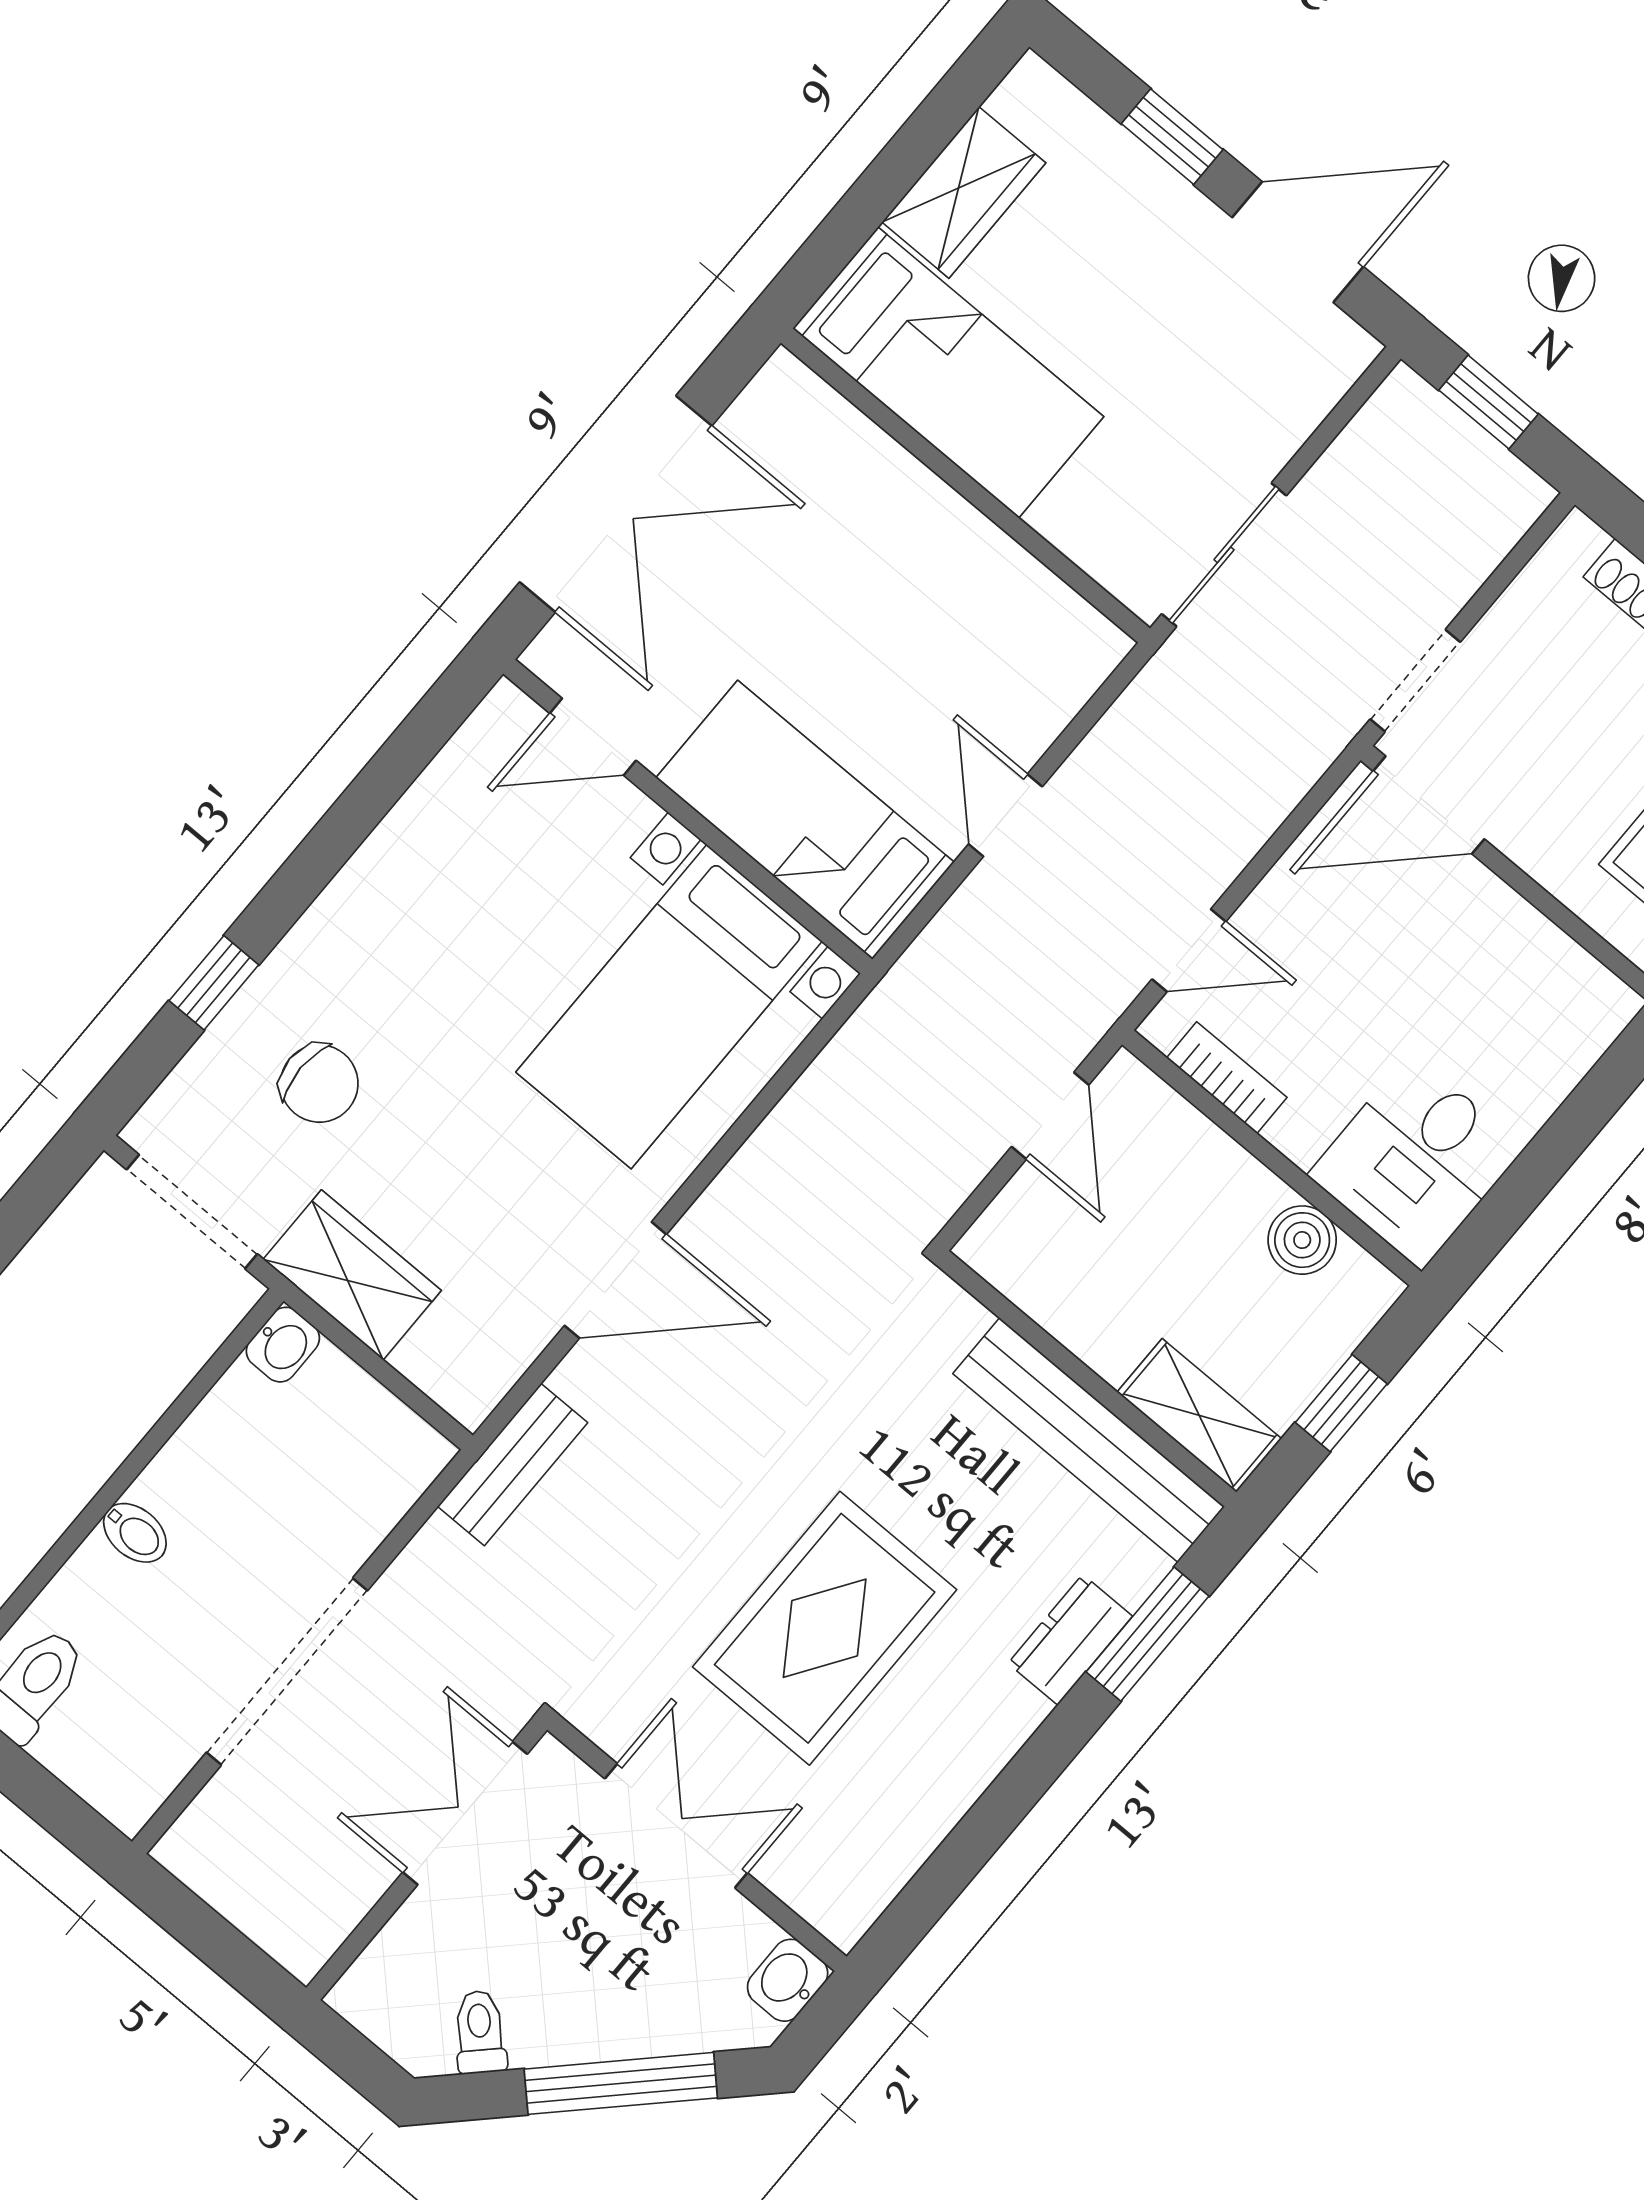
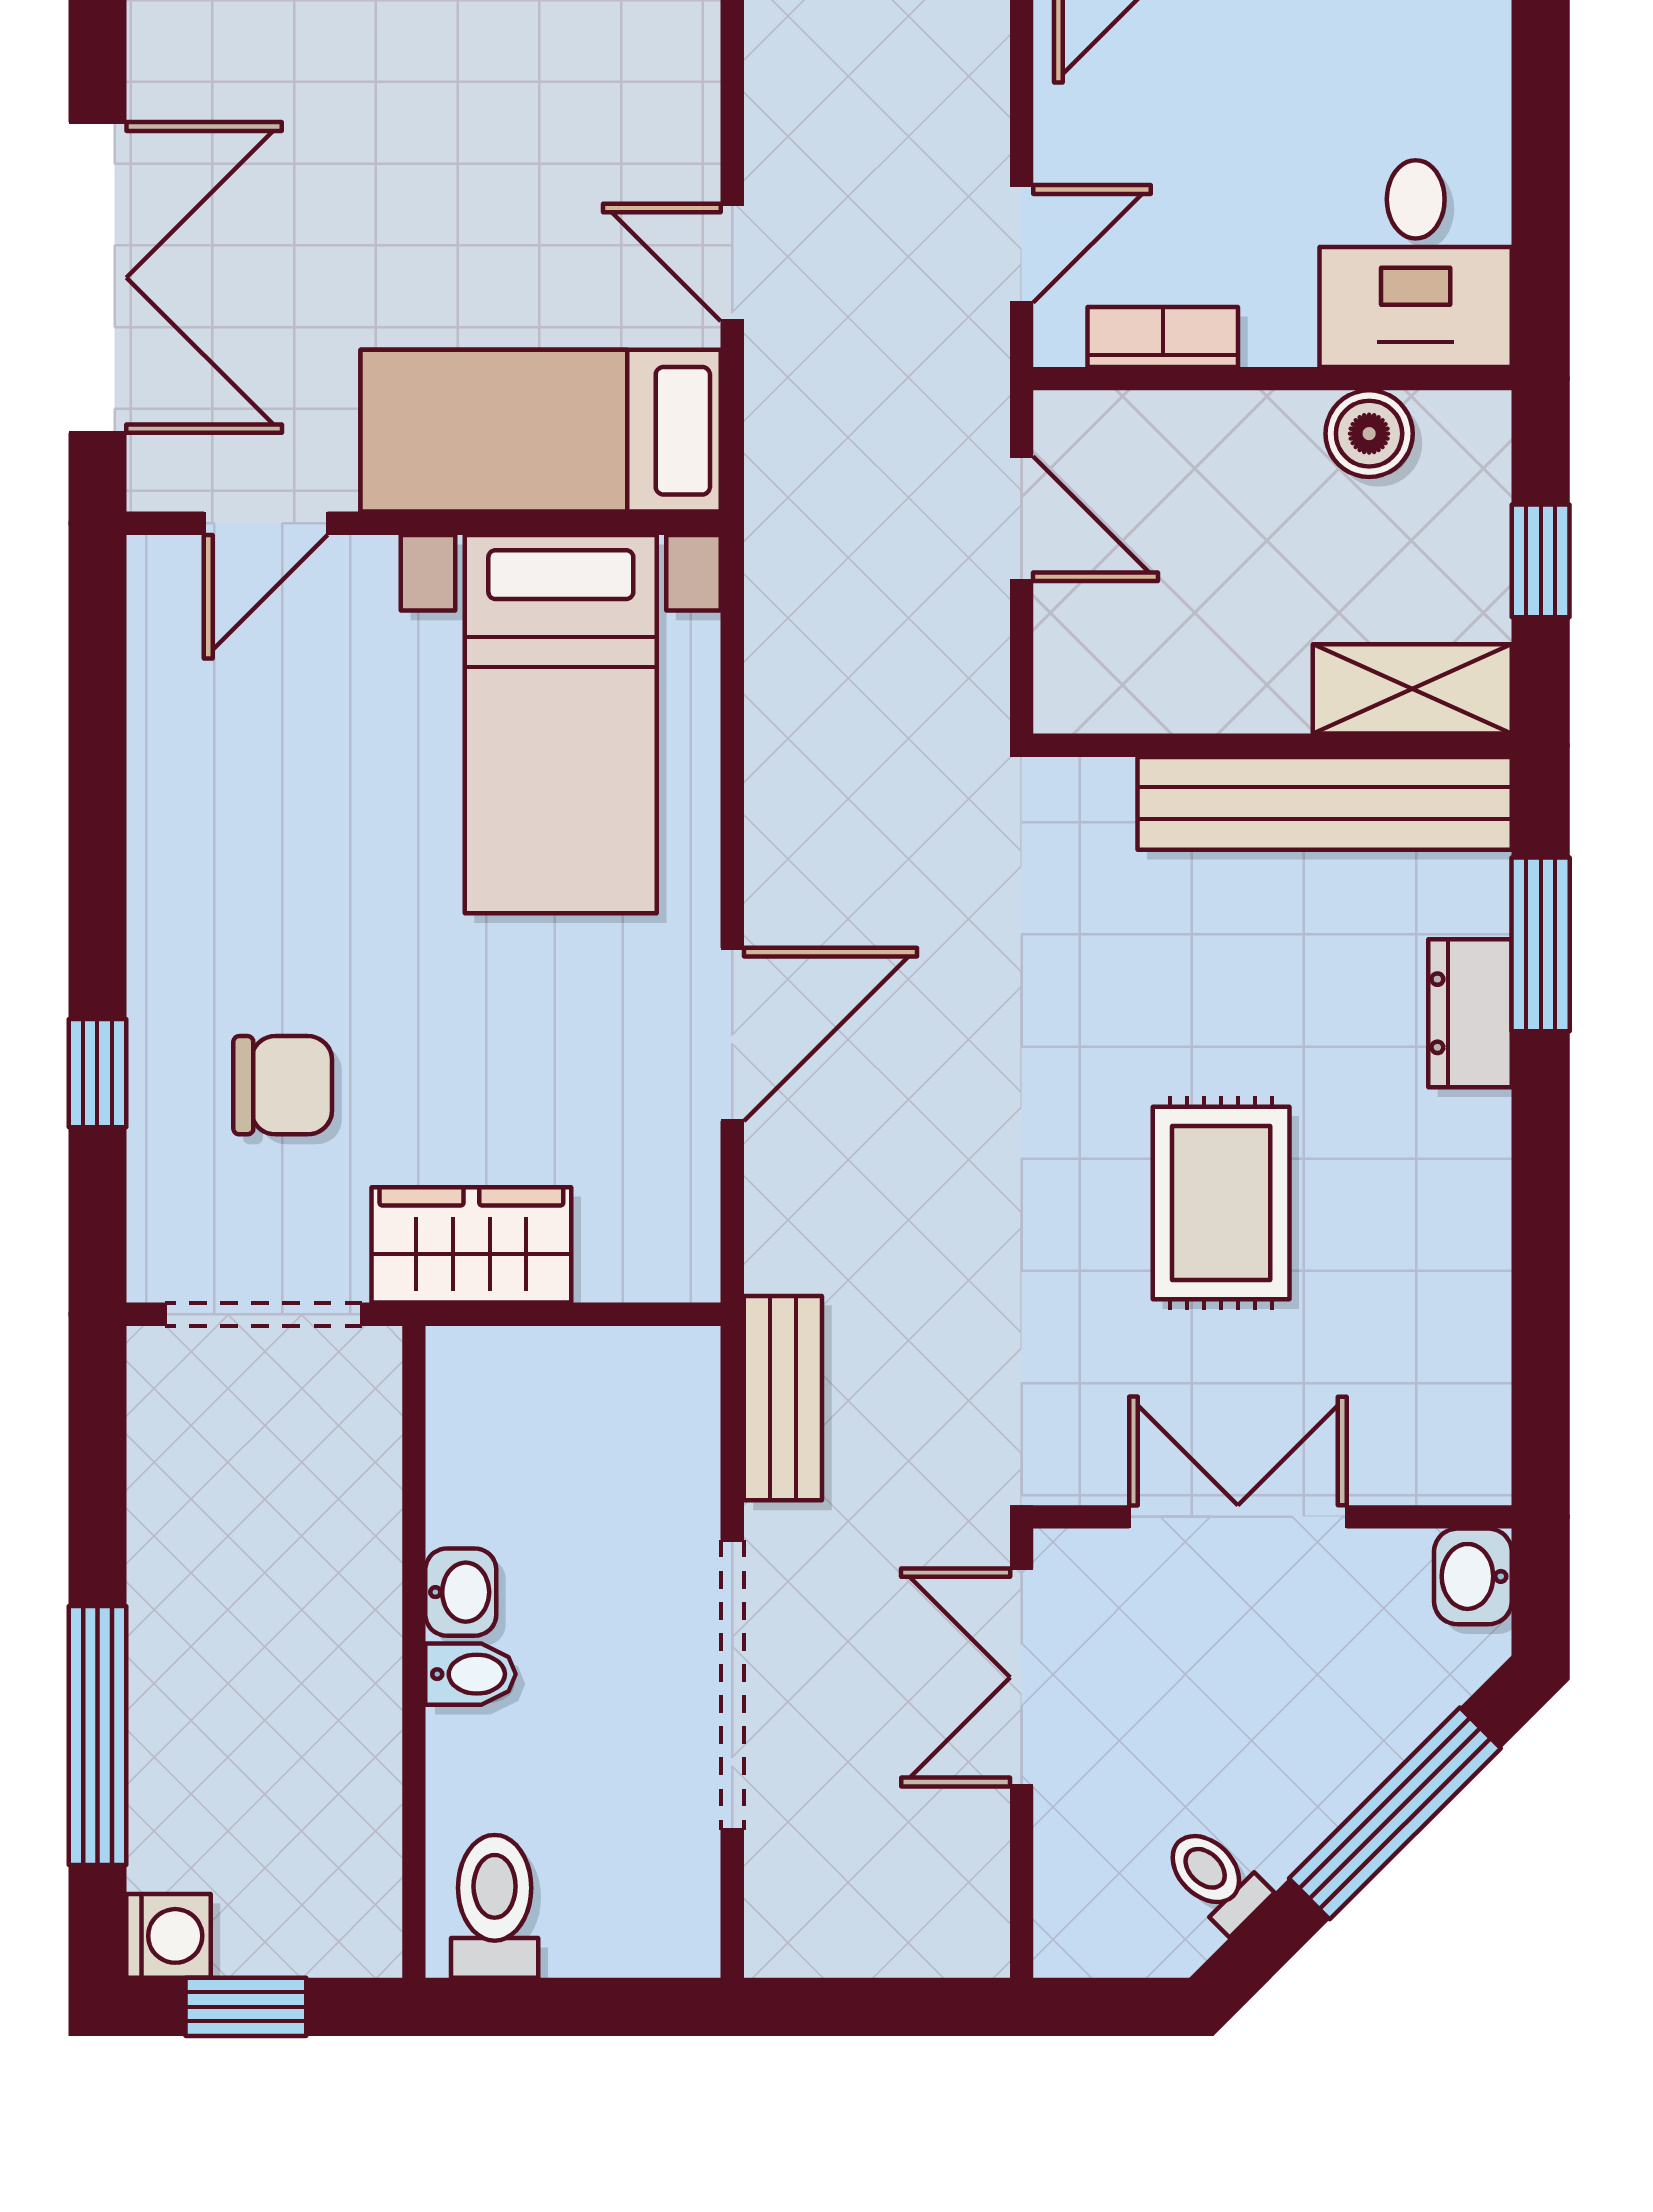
washbasin: (283, 1345) -> (461, 1592), moved
bench: (513, 1465) -> (783, 1398), moved
rug: (825, 1628) -> (1221, 1203), width x0.73, depth x0.70

